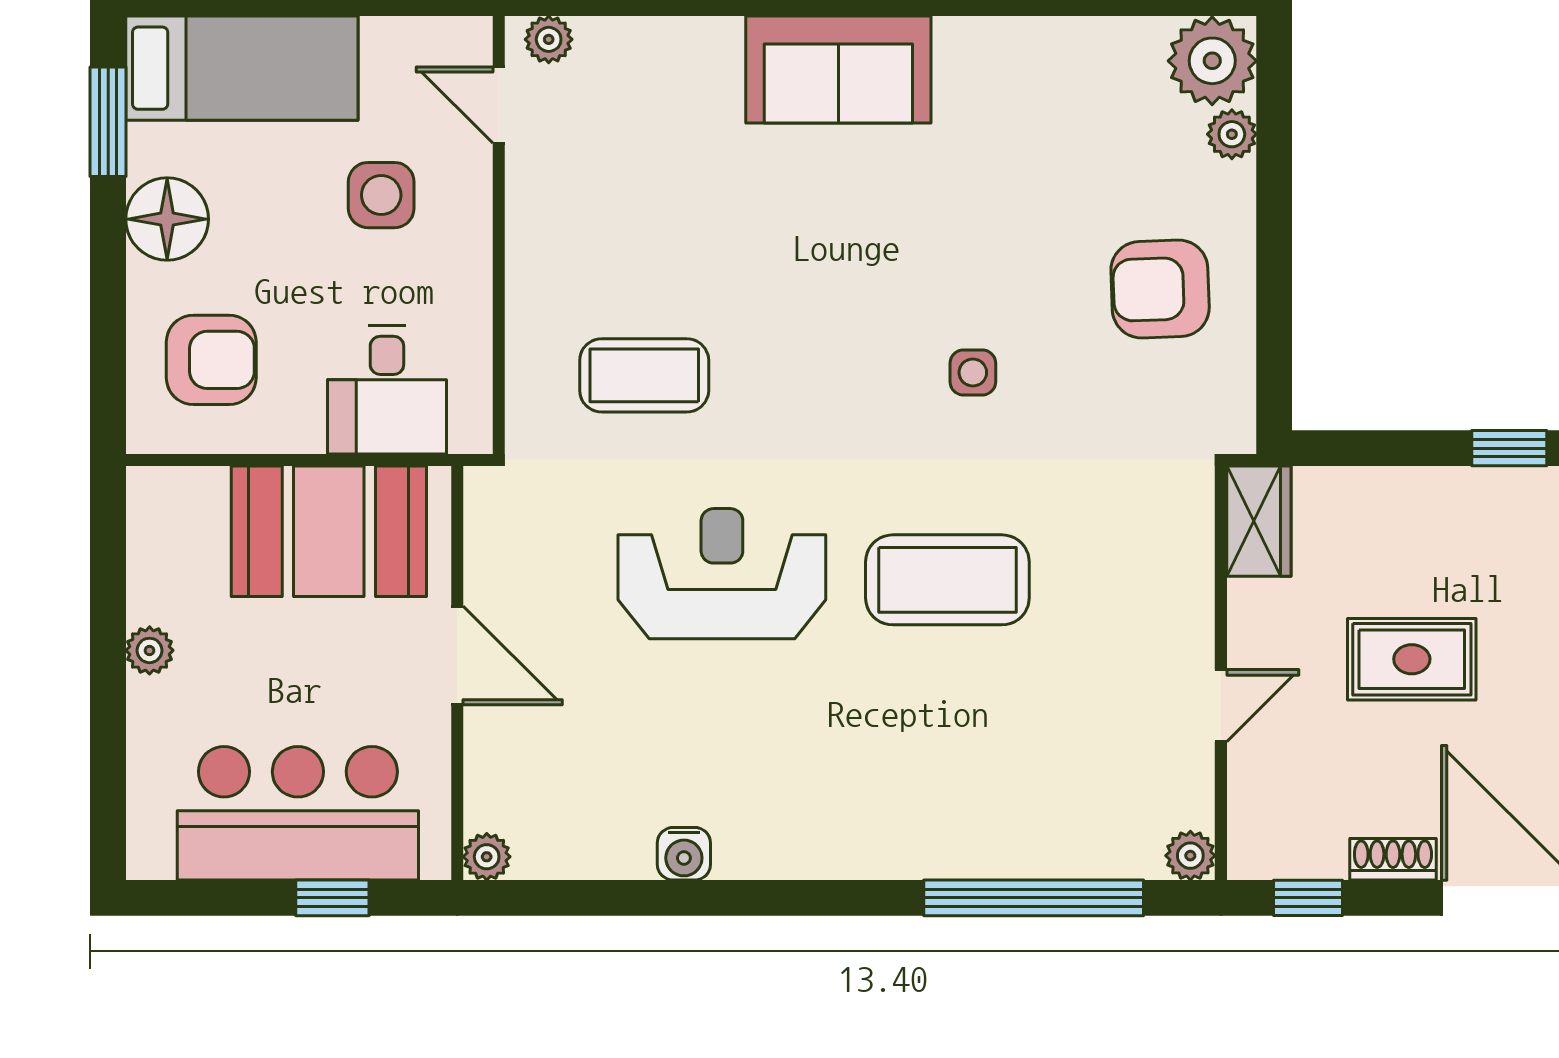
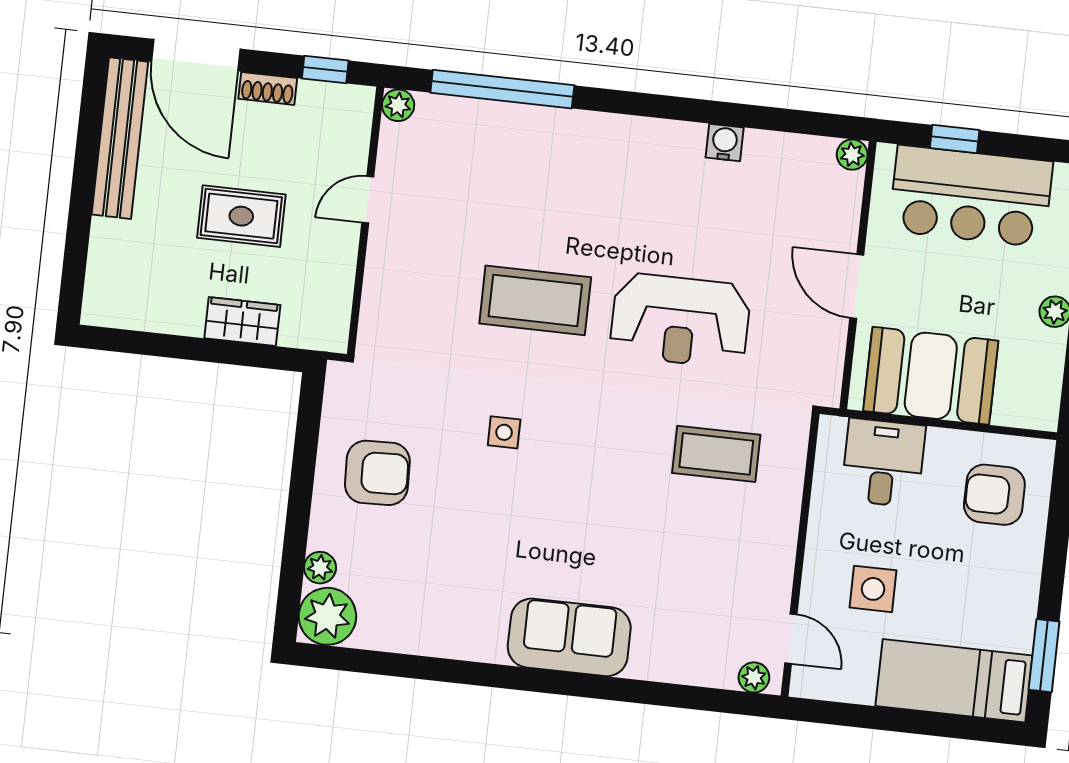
floor lamp: (167, 219) -> (1013, 589), removed
window: (1509, 448) -> (163, 345), removed
wardrobe: (1259, 521) -> (242, 322), moved, turned 90

